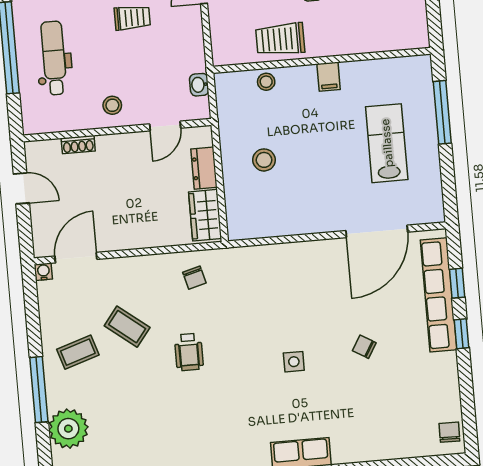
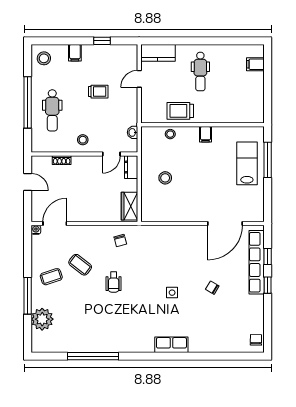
dental chair: (54, 58) -> (52, 110), turned 180
lab bench: (387, 143) -> (247, 163), moved
dresser: (204, 168) -> (131, 167), moved

